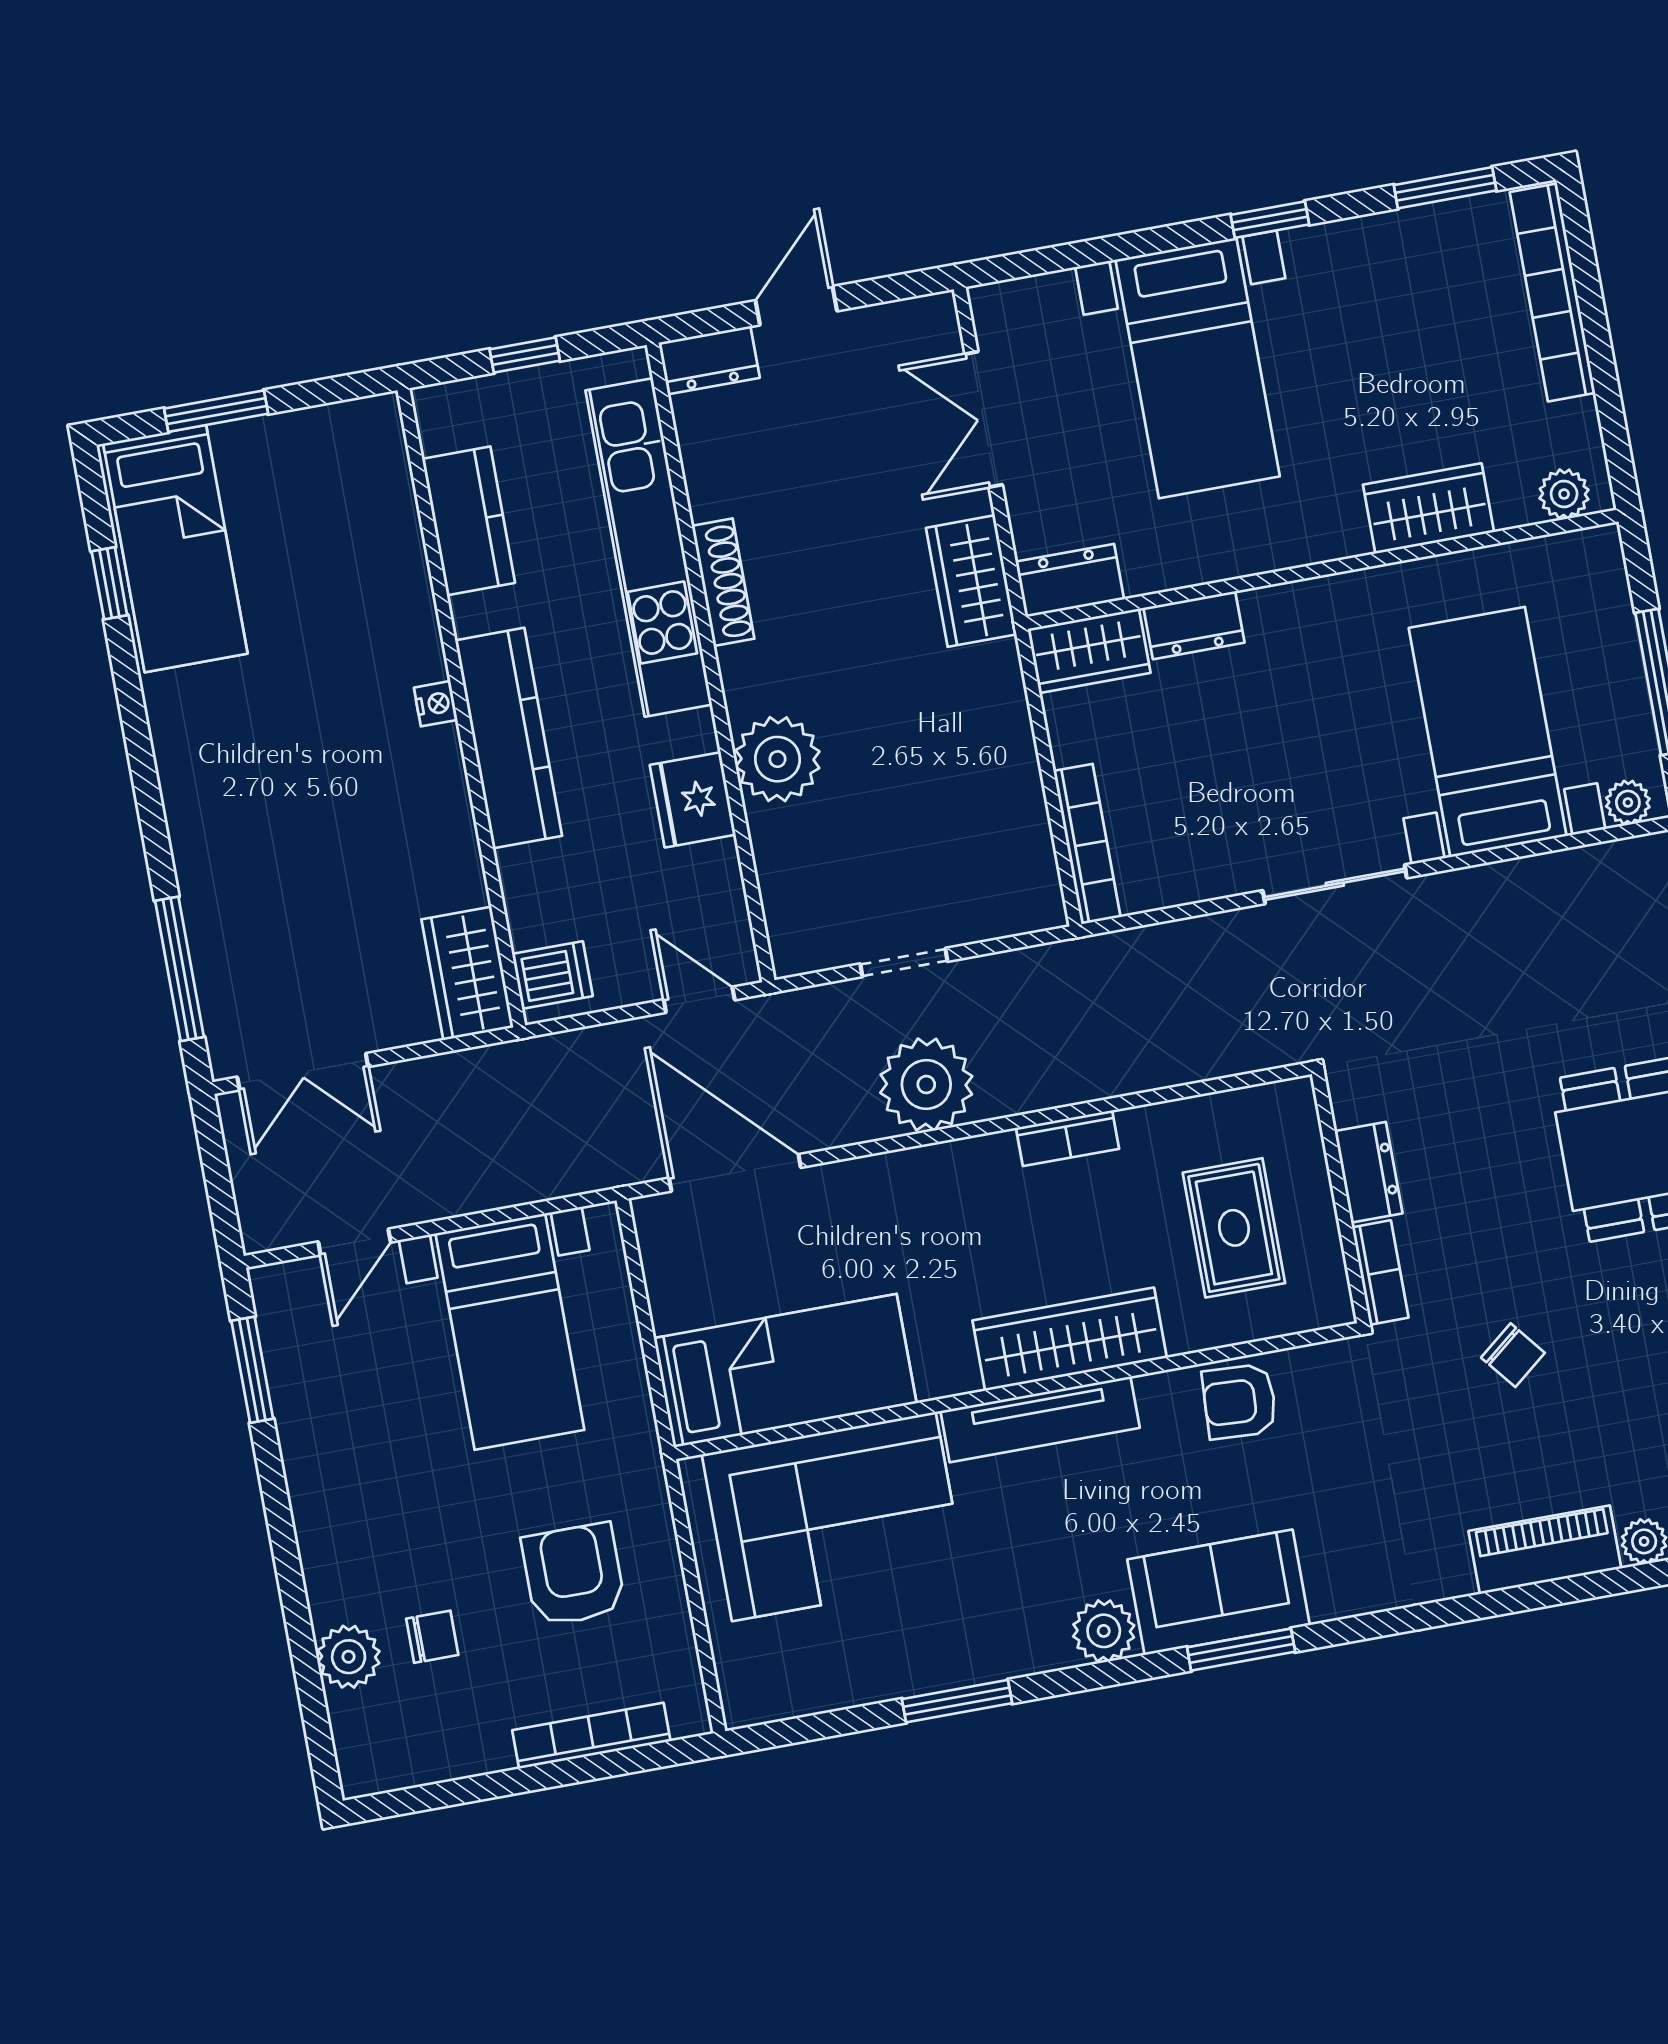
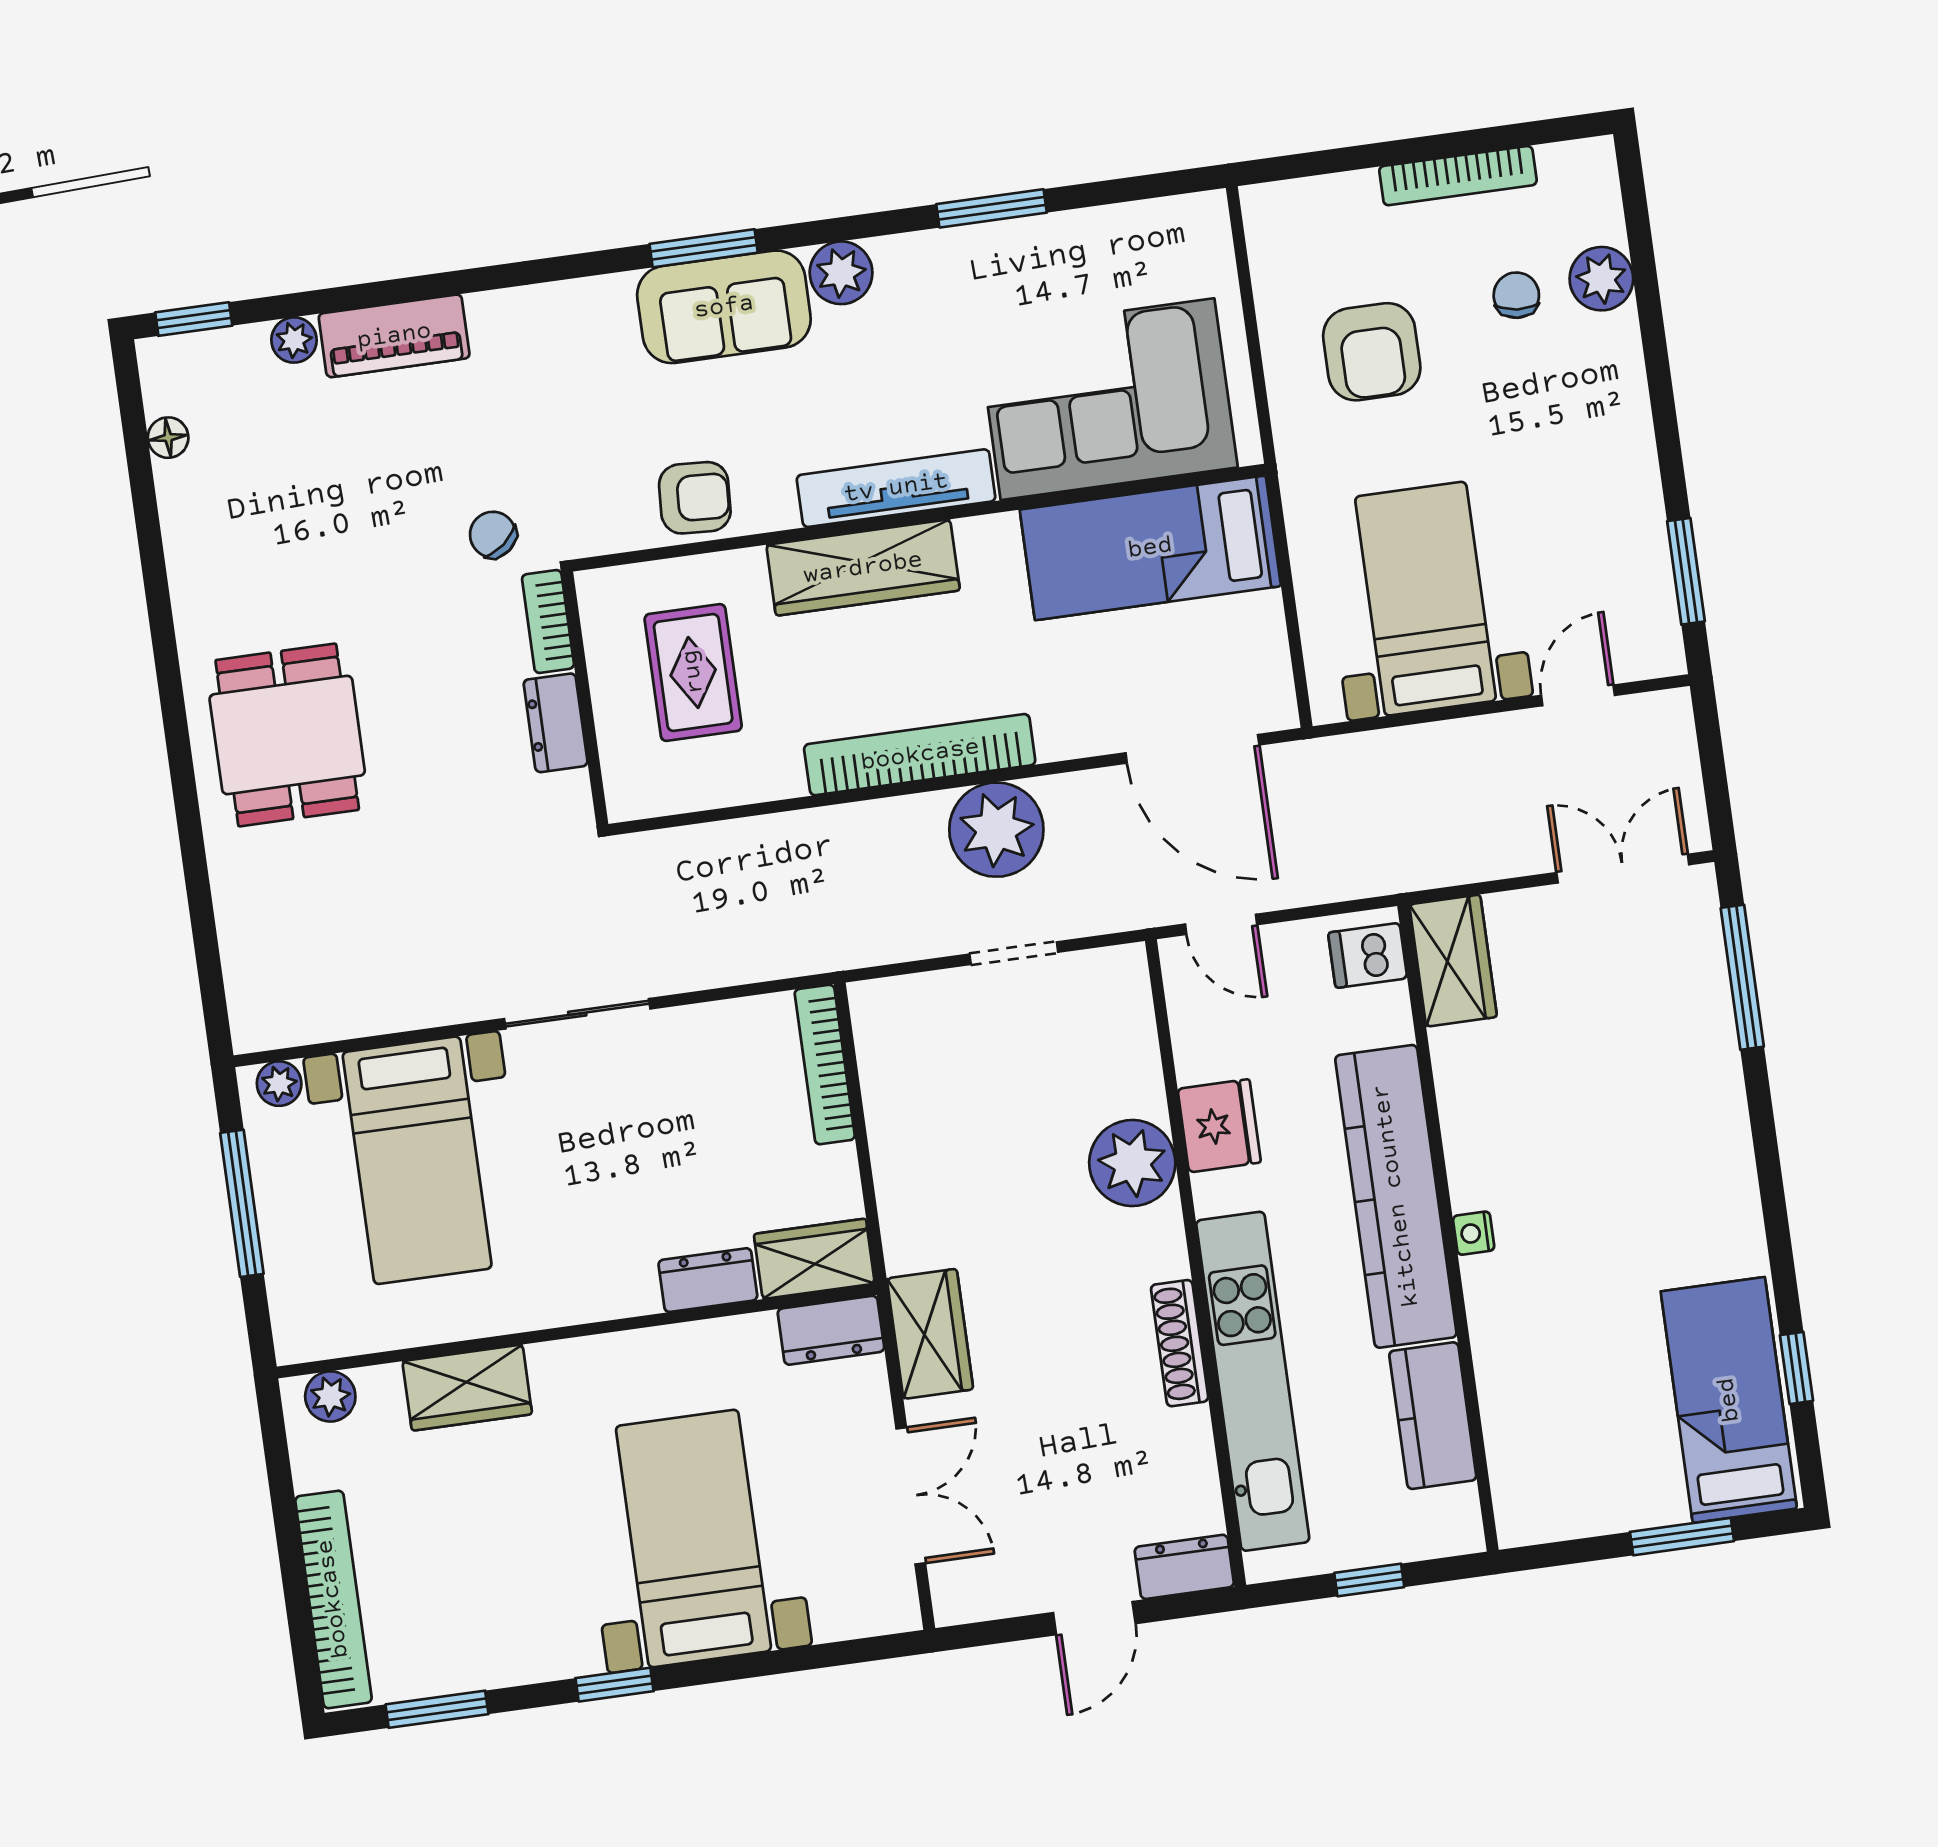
kitchen counter: (509, 738) -> (1396, 1196), width x1.39, depth x1.17
bookcase: (1068, 1138) -> (920, 755), width x2.31, depth x1.31
chair: (1513, 1355) -> (493, 535), moved
chair: (432, 1637) -> (1516, 295), turned 95
bookcase: (591, 1736) -> (1458, 176), moved

